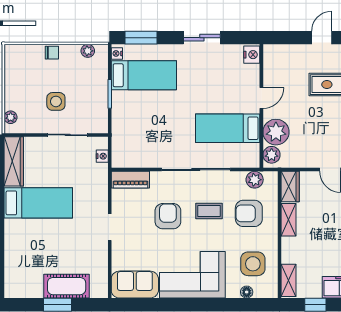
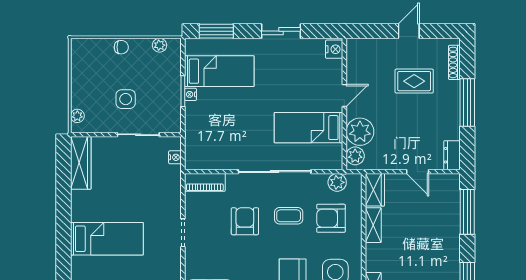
nightstand: (117, 53) -> (191, 94), moved
bed: (38, 203) -> (107, 239), moved

